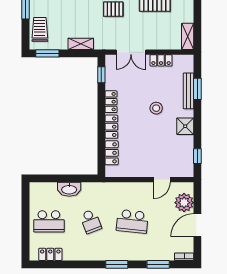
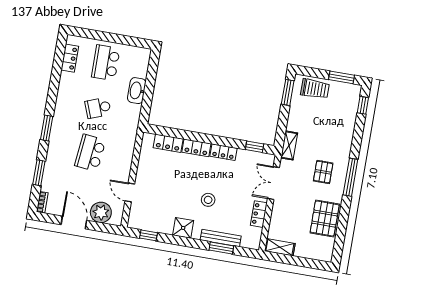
shelving: (81, 44) -> (289, 145), moved

